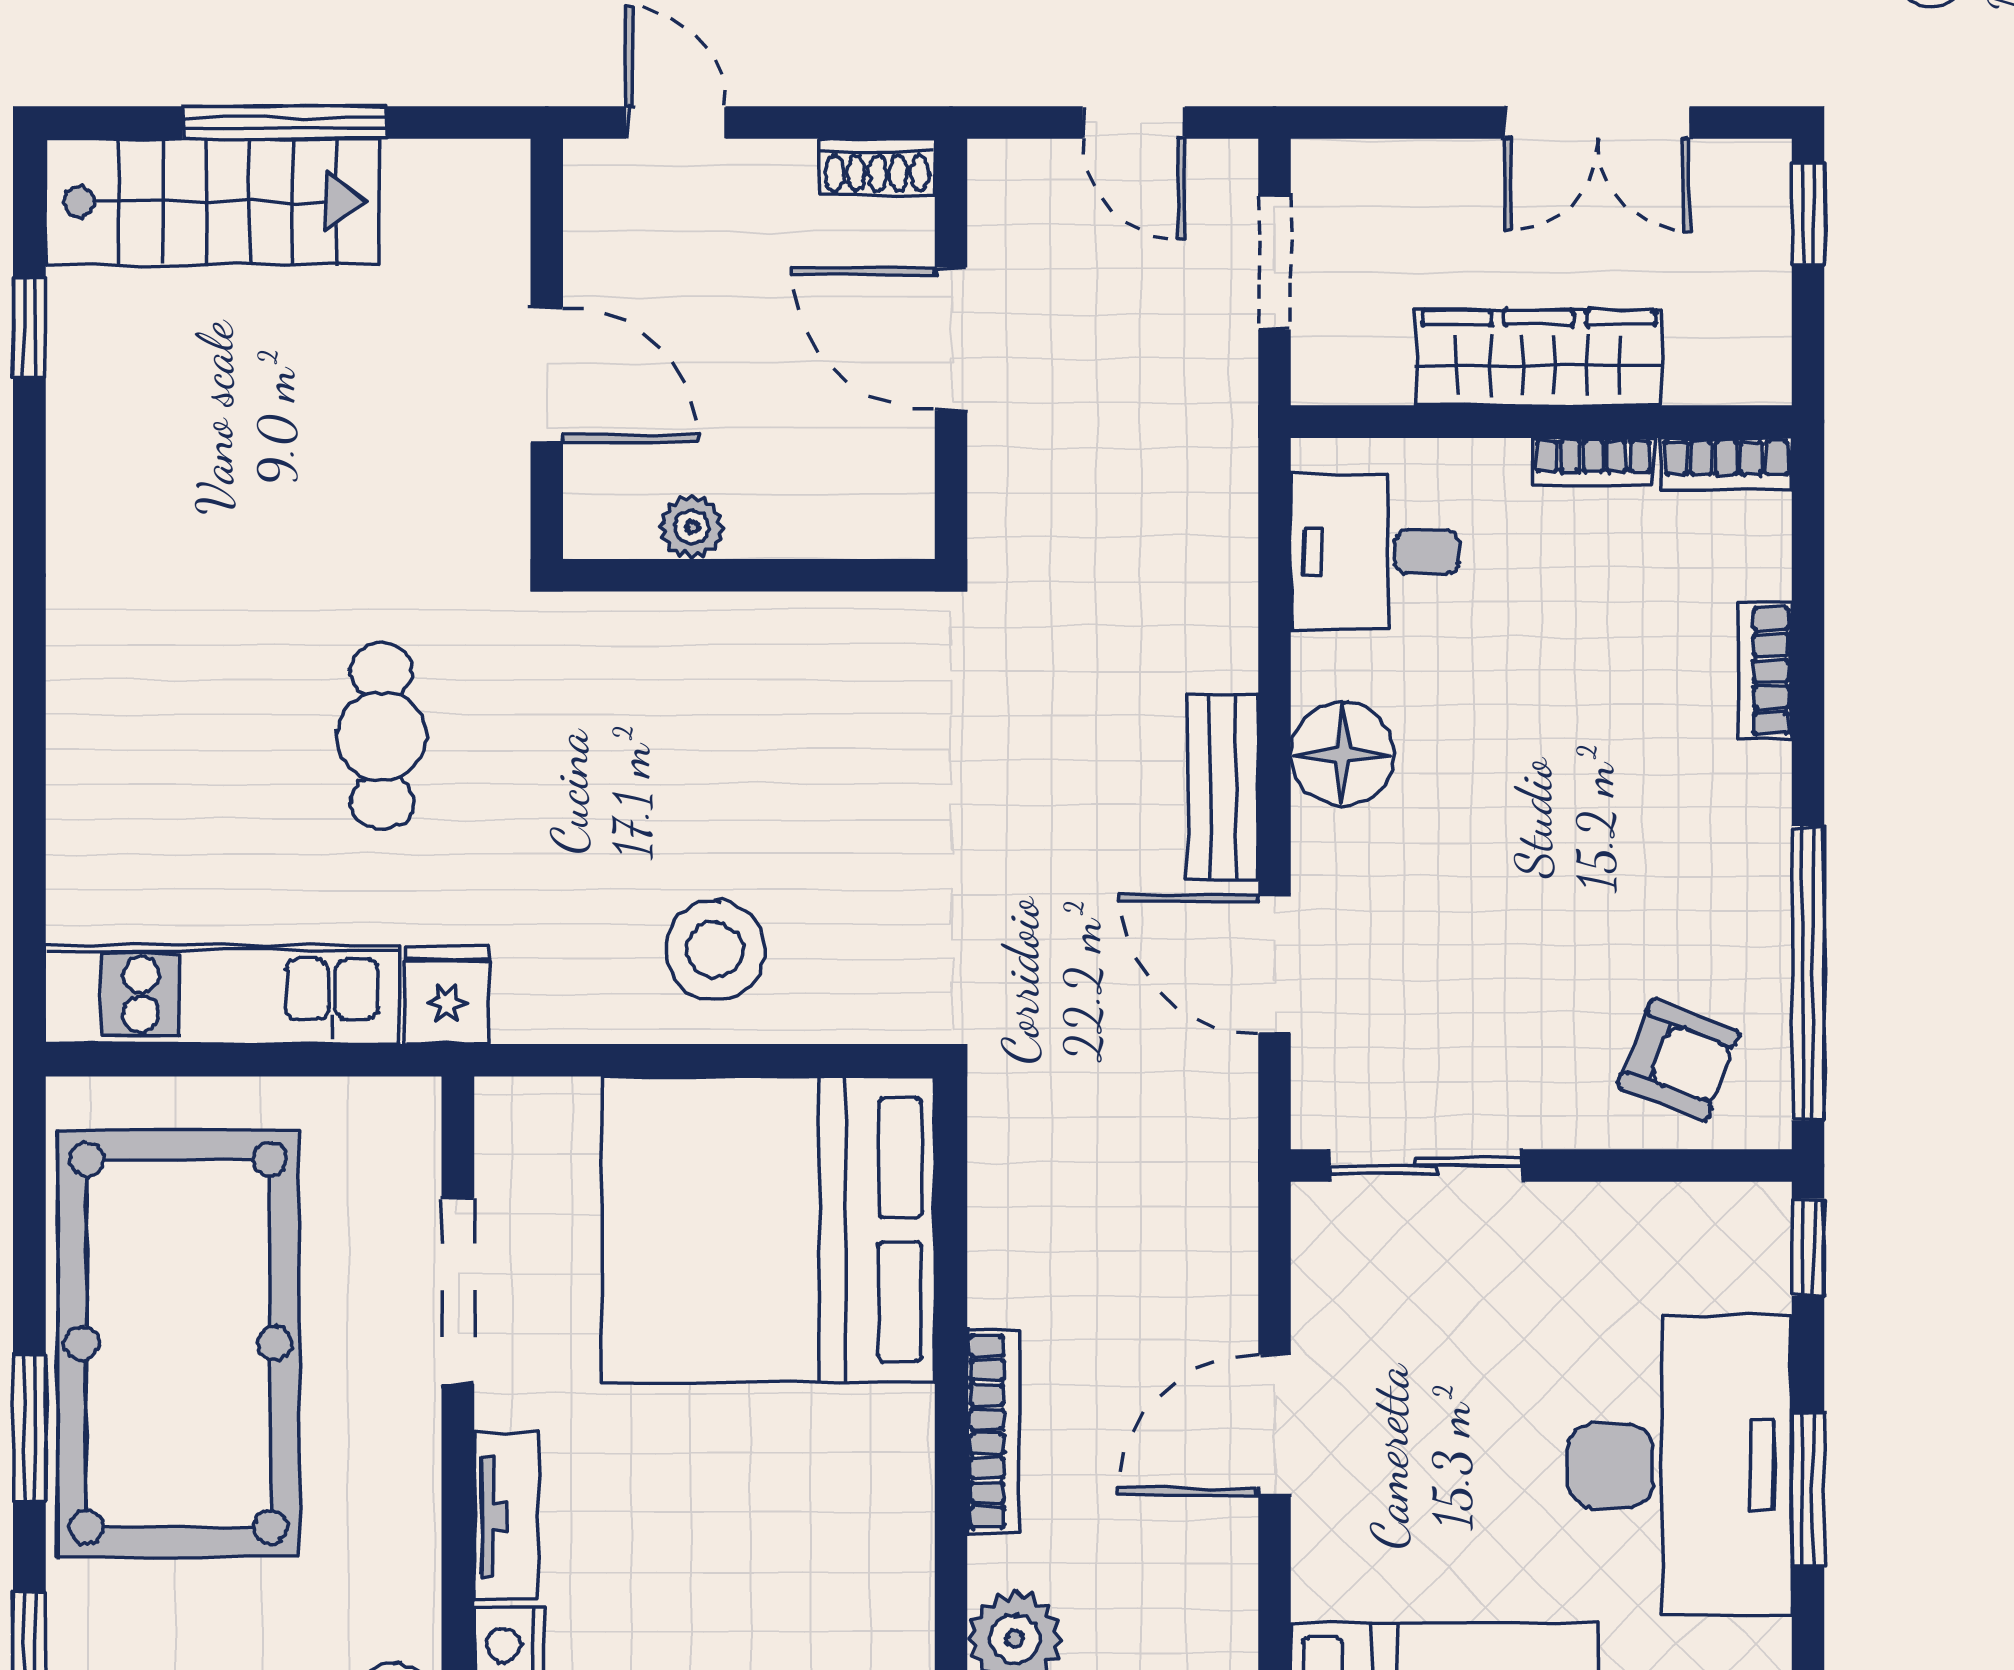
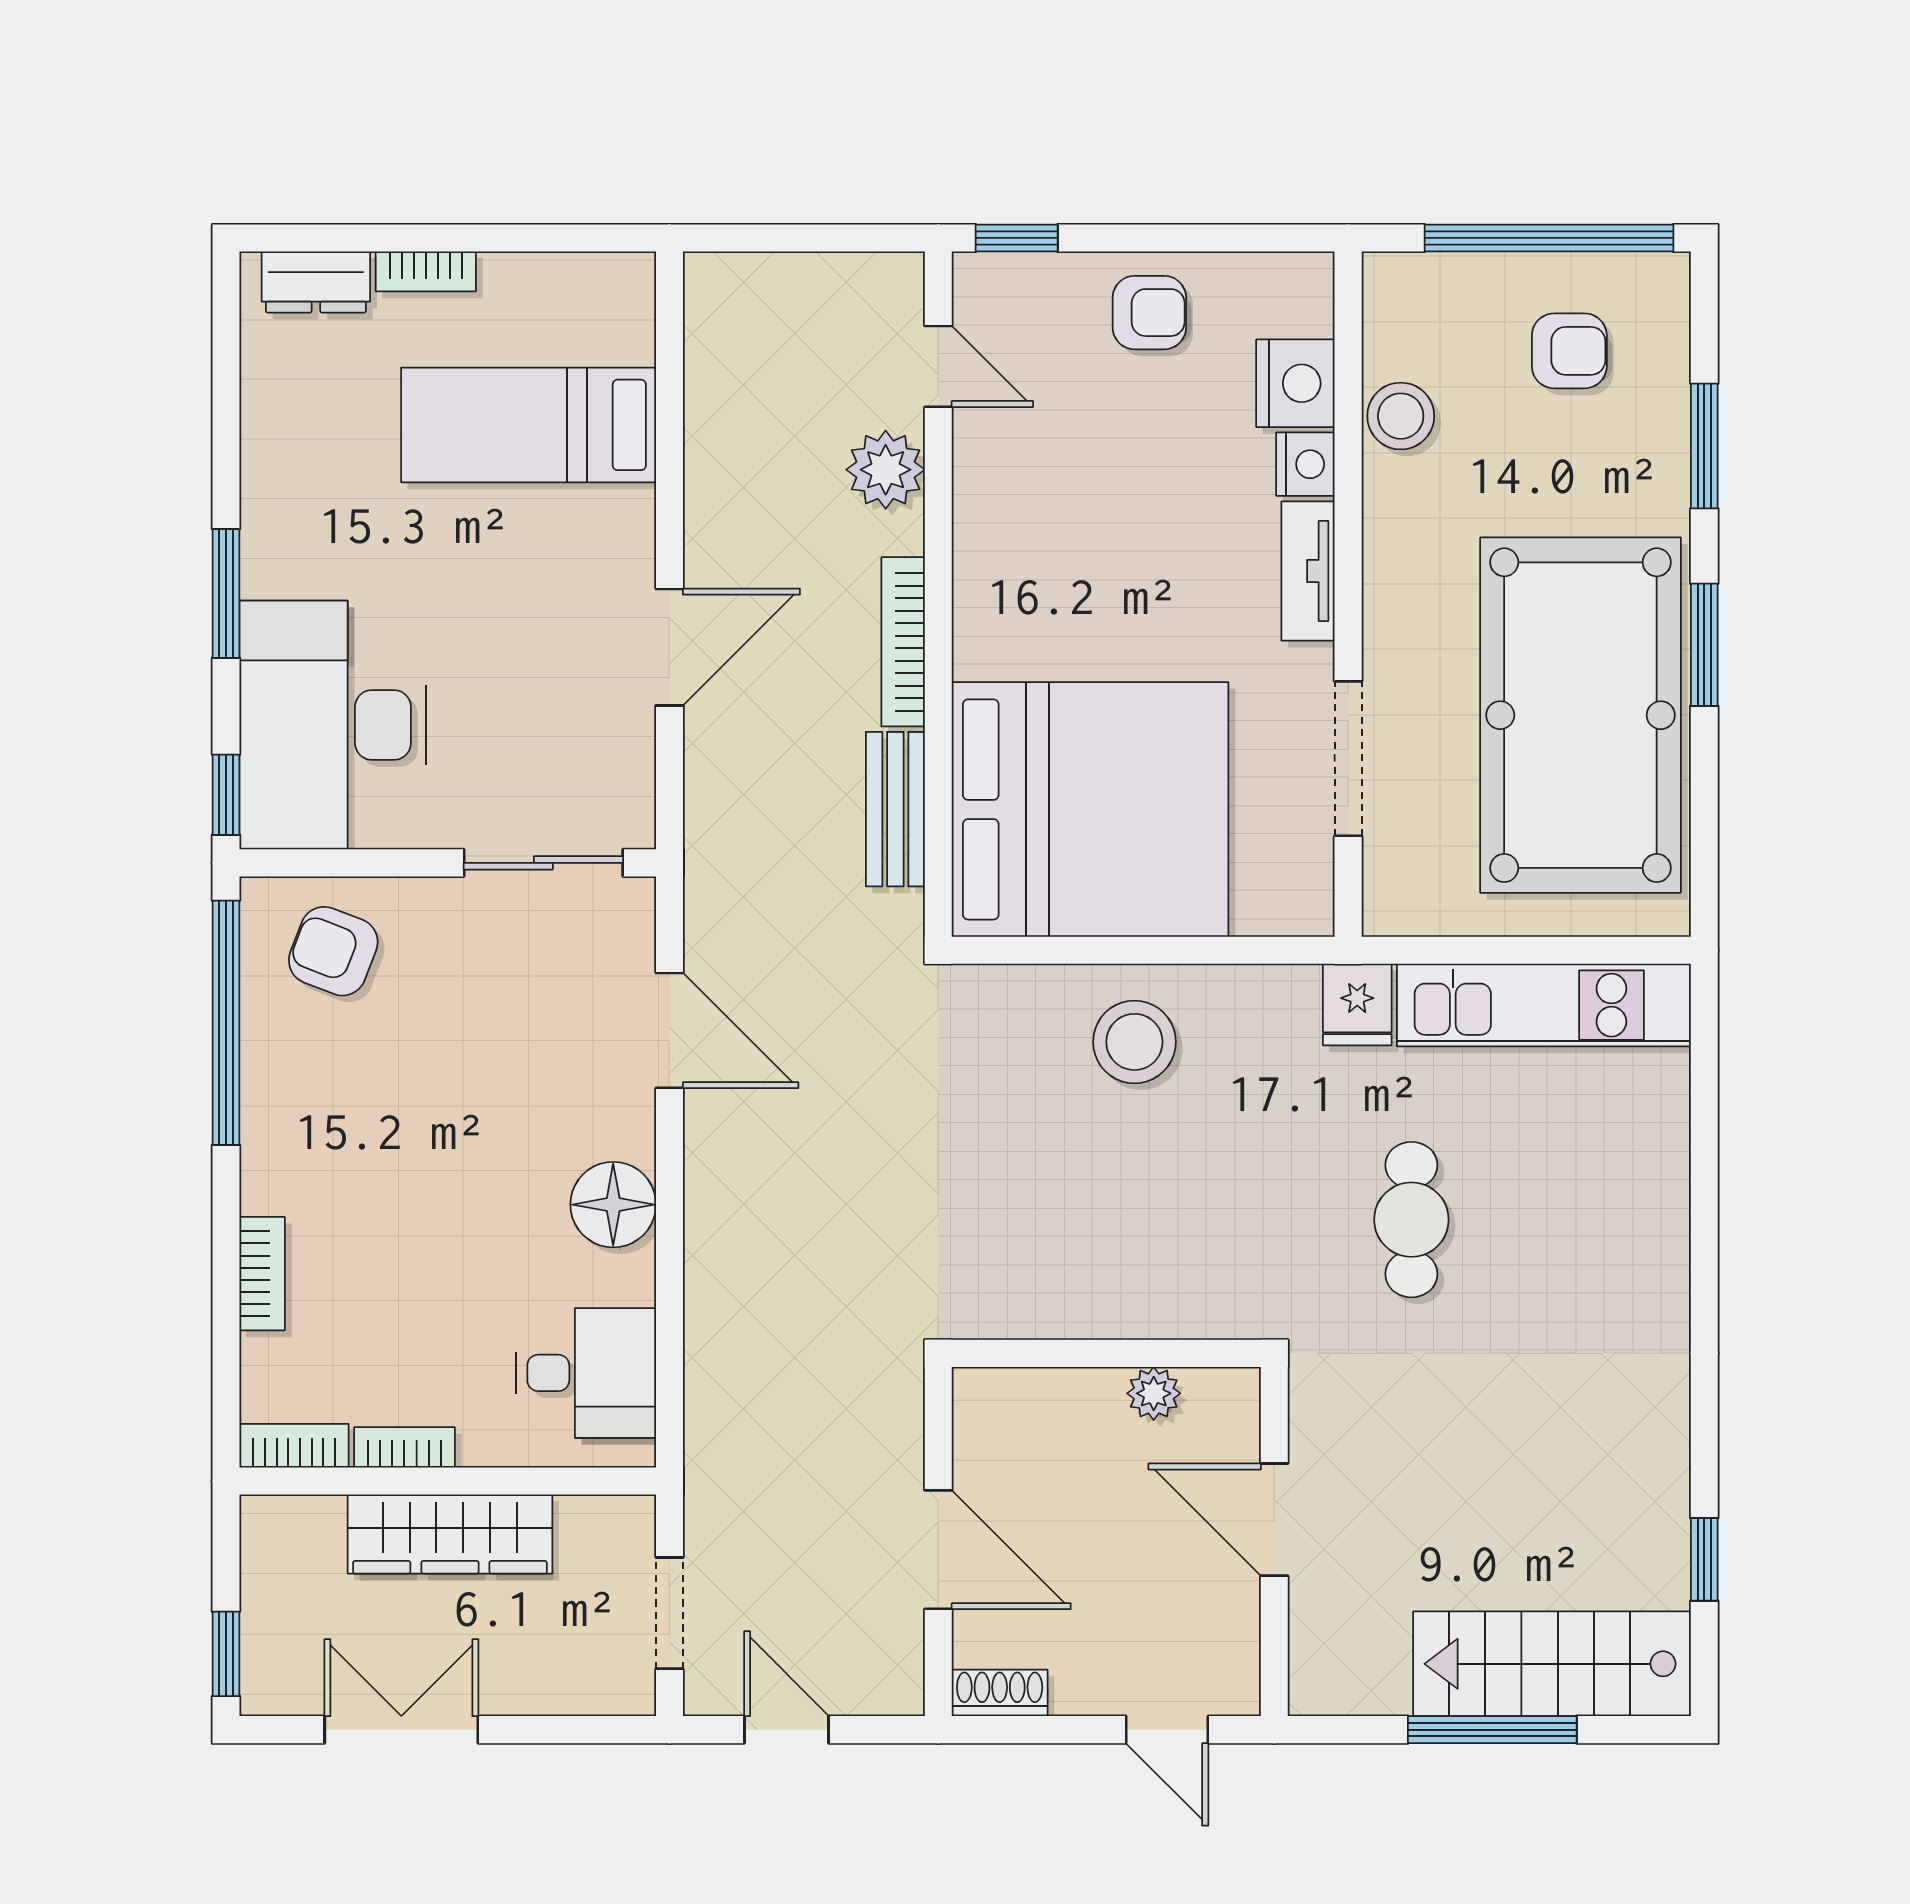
bench: (1223, 788) -> (895, 809), moved
desk: (1680, 1466) -> (333, 725), moved

